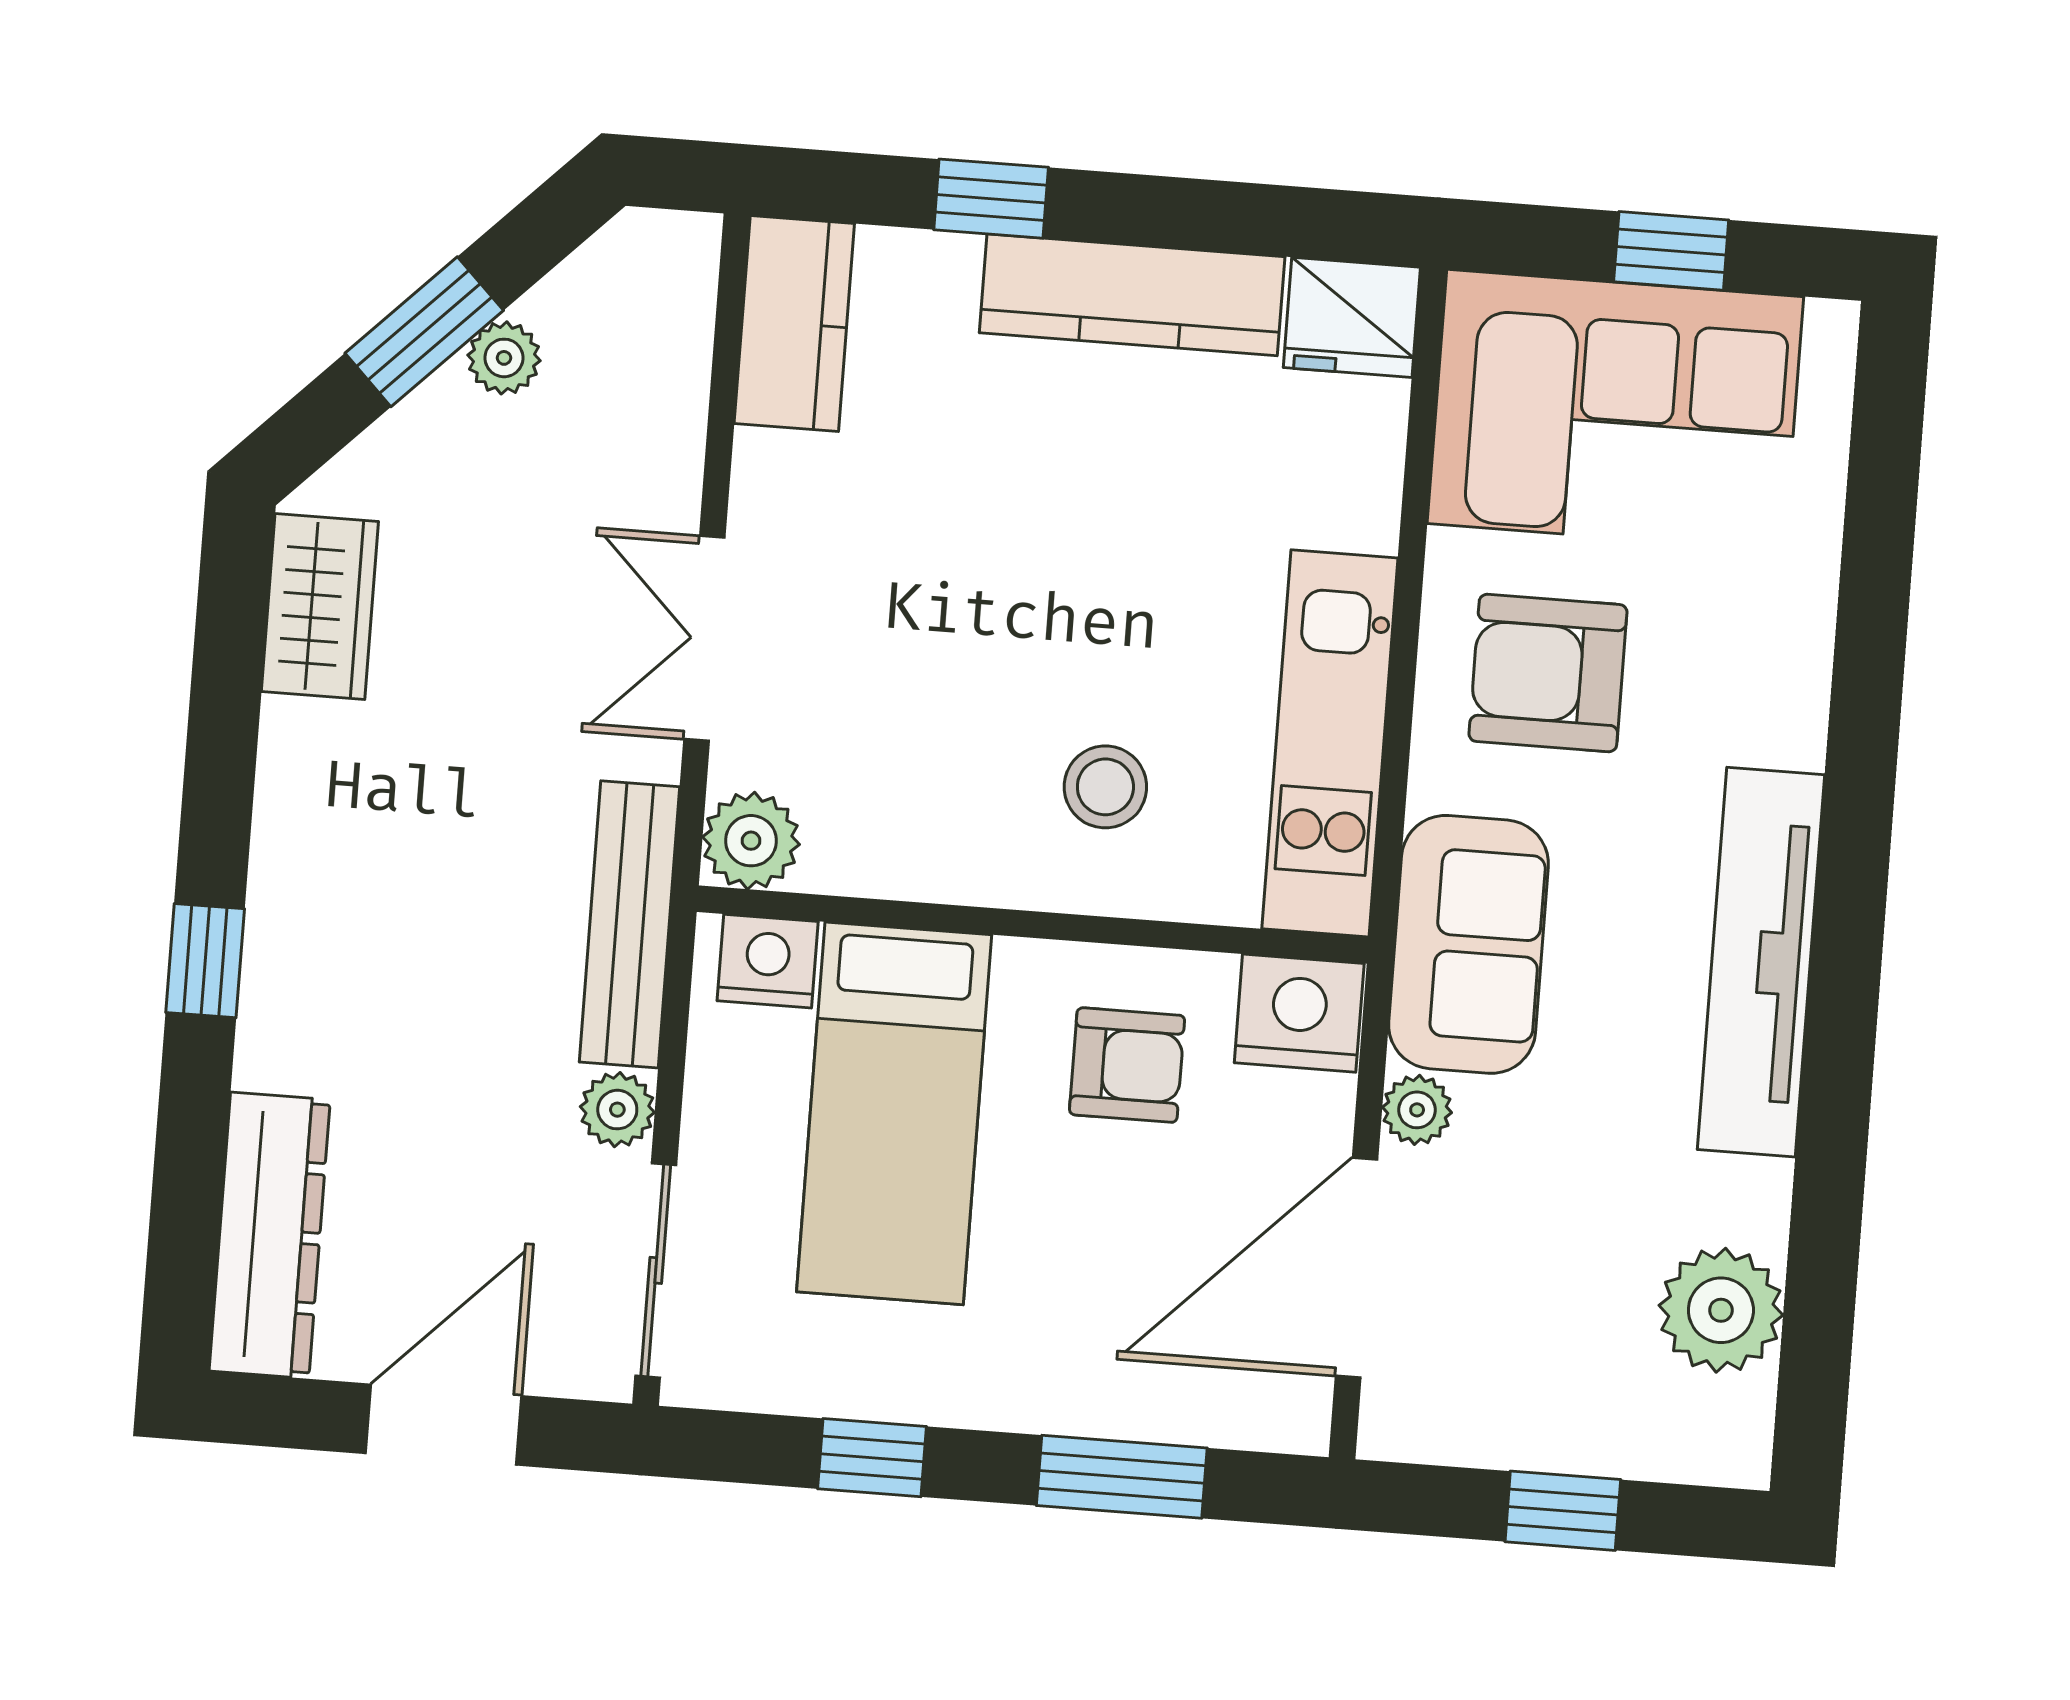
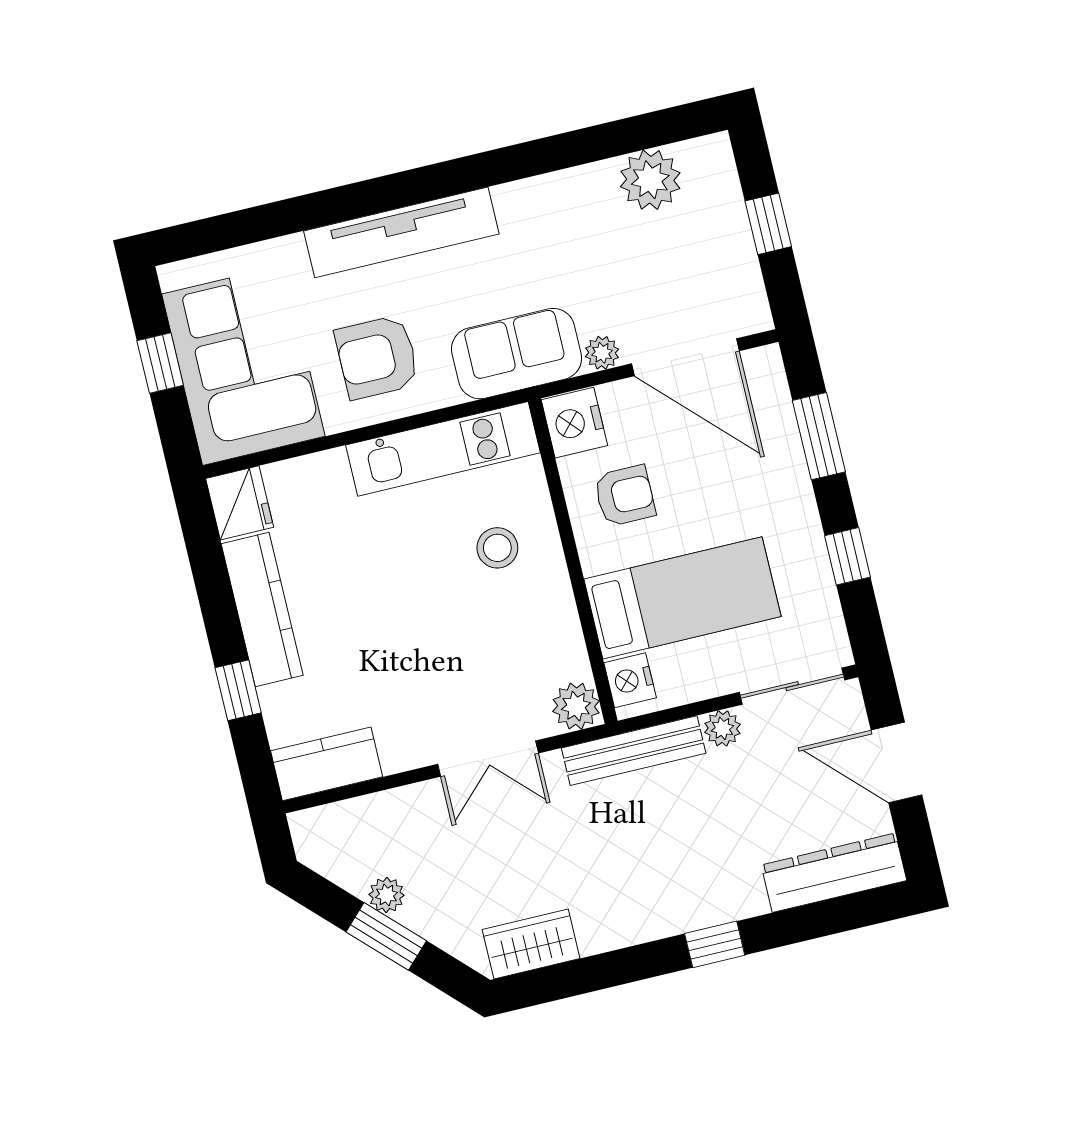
armchair: (1548, 673) -> (377, 357), turned 90
tv unit: (1761, 962) -> (401, 232), moved
armchair: (1127, 1065) -> (625, 496), turned 90

